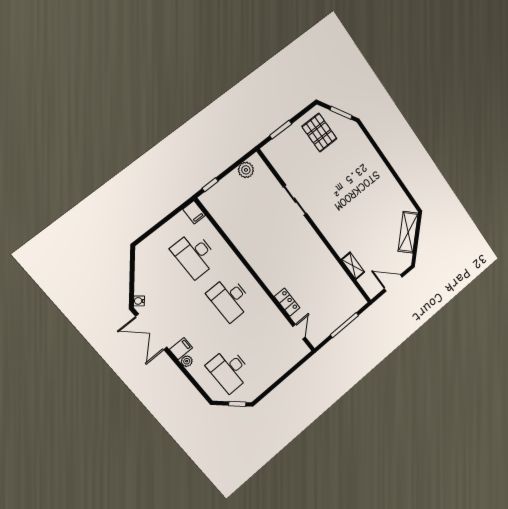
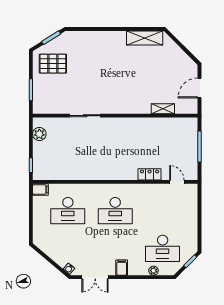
shelving: (408, 232) -> (145, 38), moved, turned -45
double door: (151, 332) -> (95, 277), width x0.73
plant: (187, 361) -> (154, 271), moved

